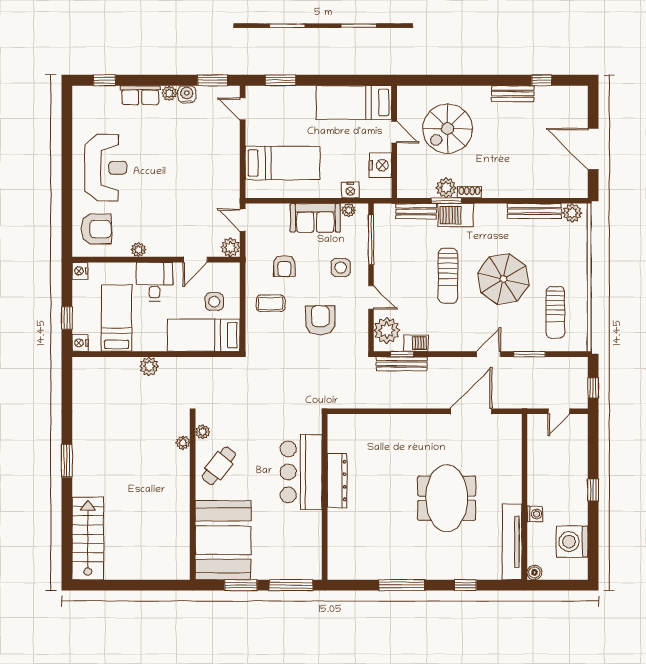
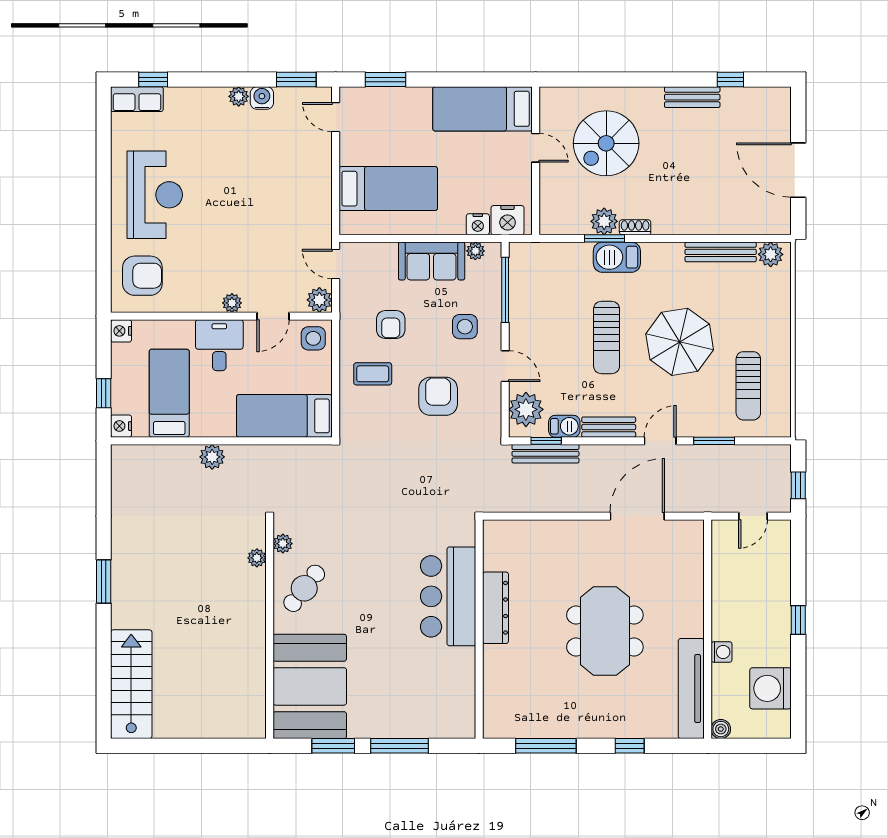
row of seats: (140, 95) -> (137, 99), moved
nightstand: (380, 165) -> (508, 220), moved, turned 90
bench: (416, 211) -> (609, 427), moved
plant: (138, 250) -> (232, 303), moved
side table: (214, 302) -> (313, 338), moved
bar counter: (301, 472) -> (448, 596), moved
dresser: (337, 481) -> (496, 608), moved
wall: (325, 497) -> (479, 629), moved

